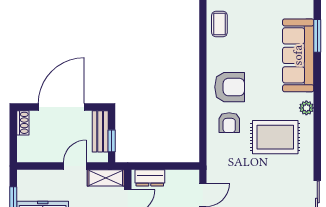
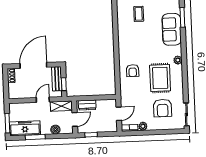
coffee table: (219, 24) -> (139, 14), moved
sofa: (298, 55) -> (172, 29), width x0.73
armchair: (230, 87) -> (163, 108), moved, turned 90
rug: (275, 137) -> (160, 78), turned 90

